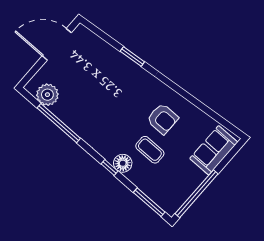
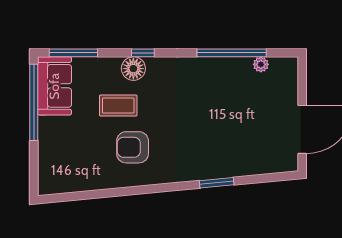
plant: (47, 95) -> (261, 64), width x0.53, depth x0.53
sofa: (214, 150) -> (54, 86), moved

